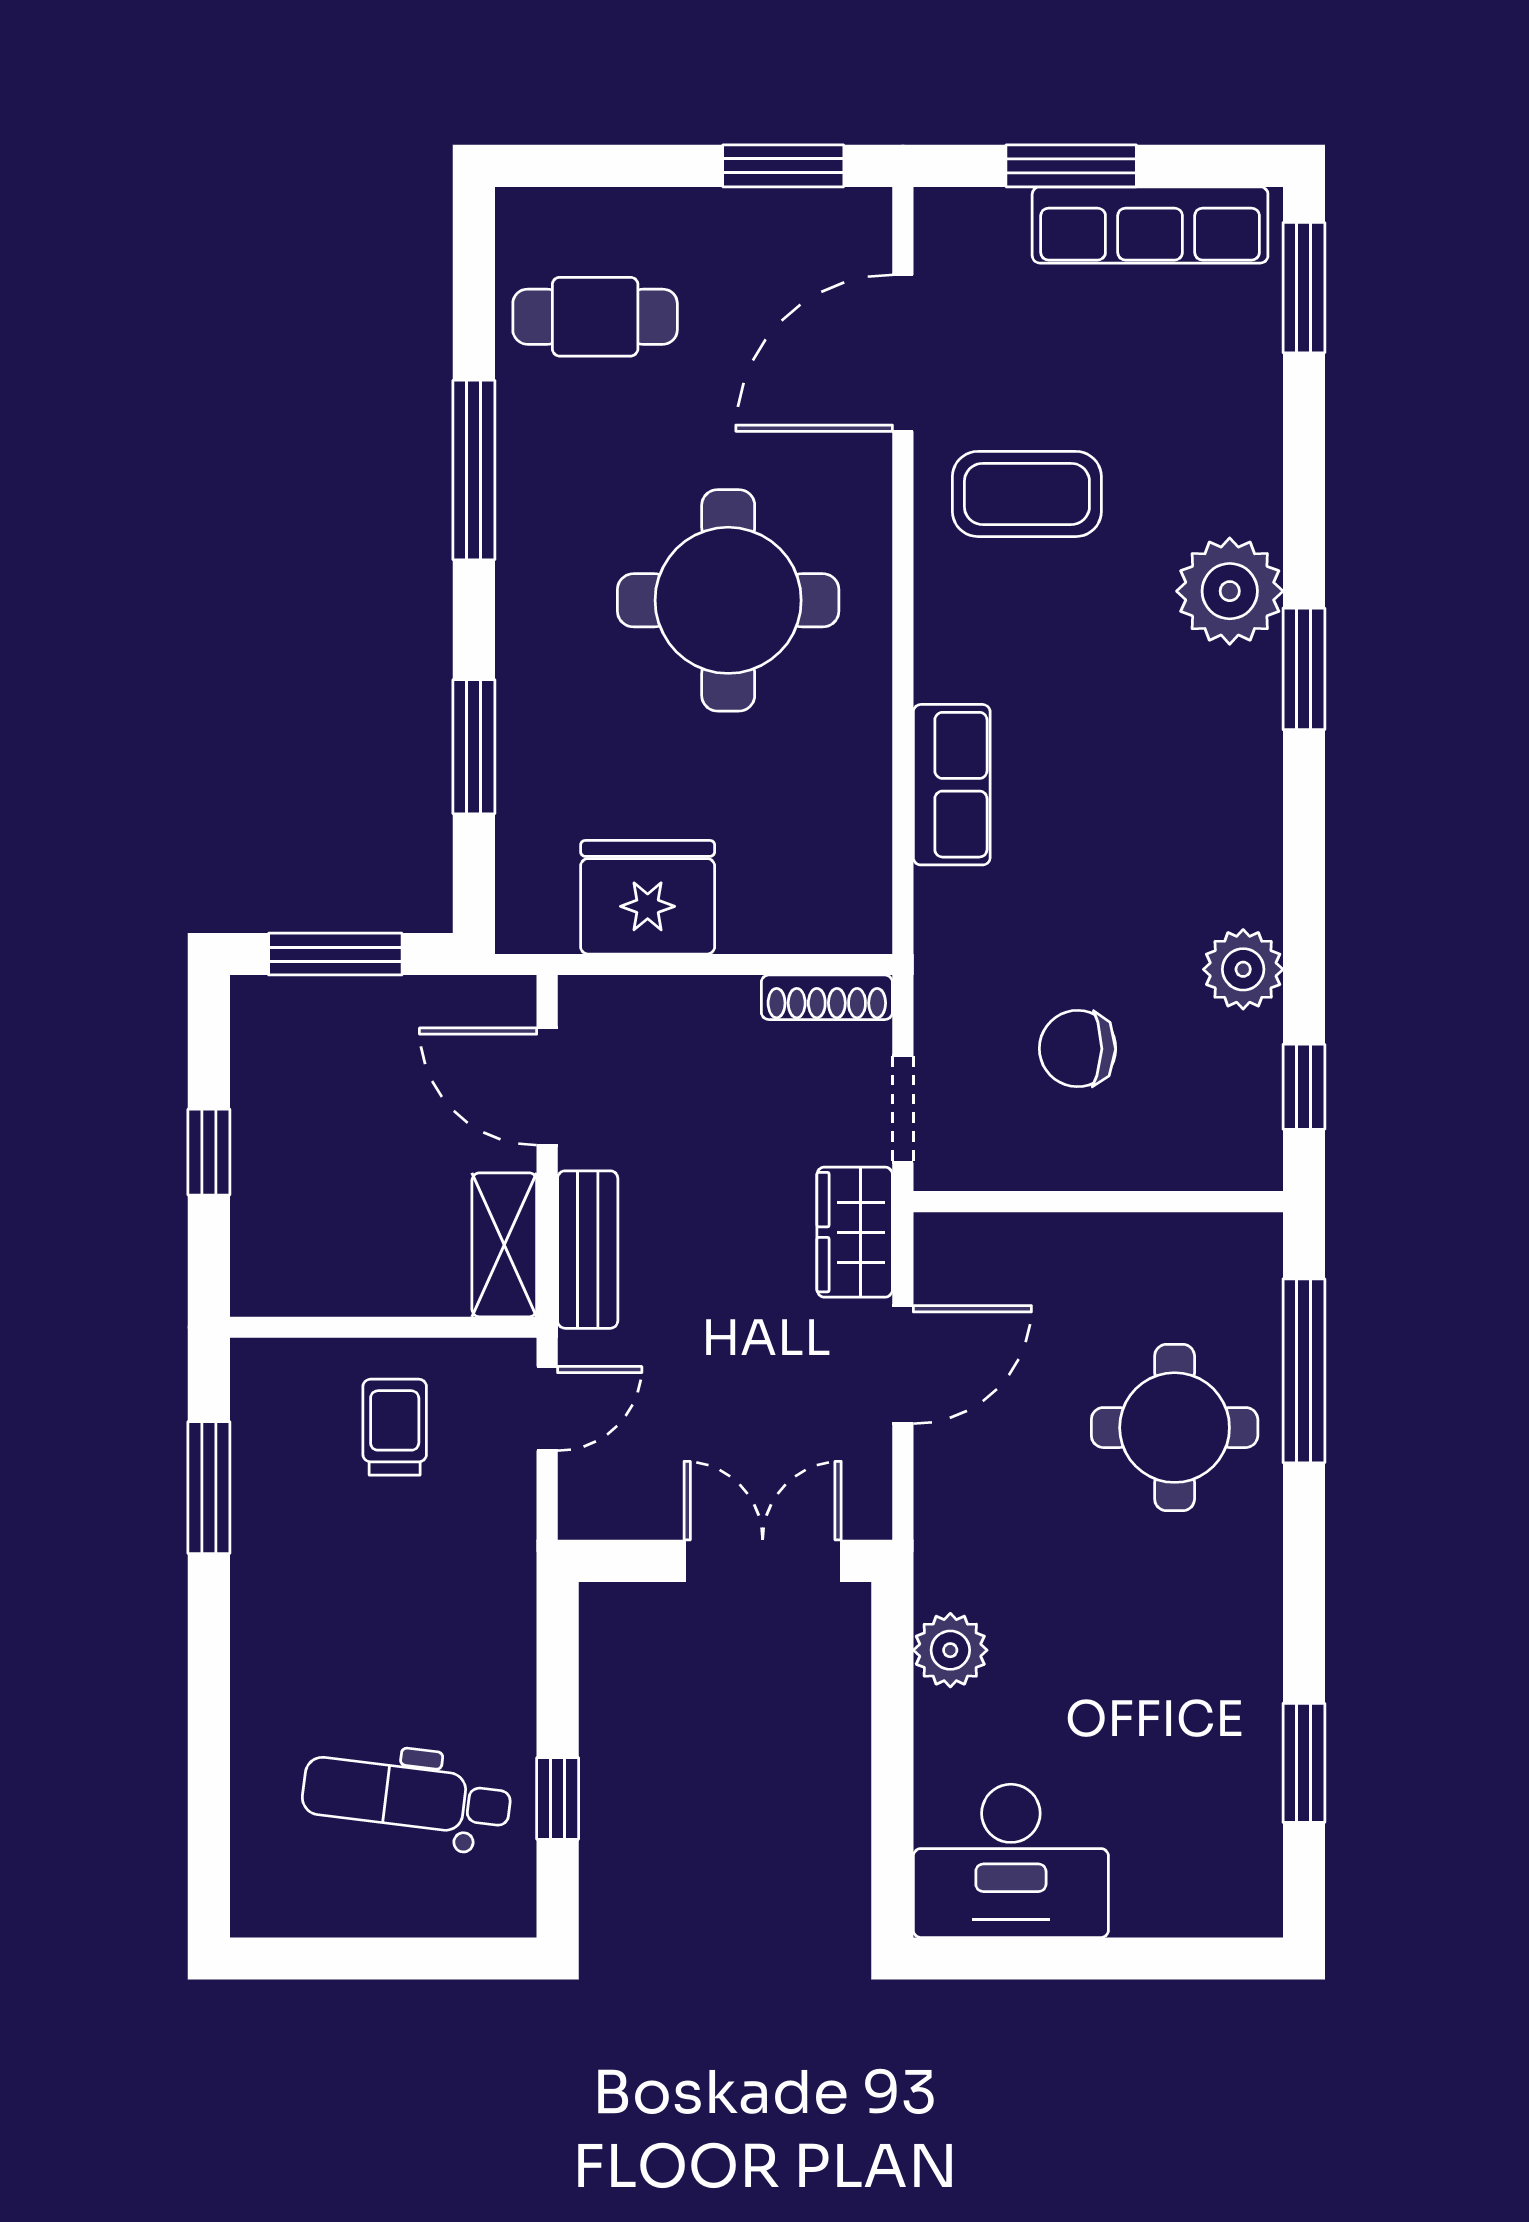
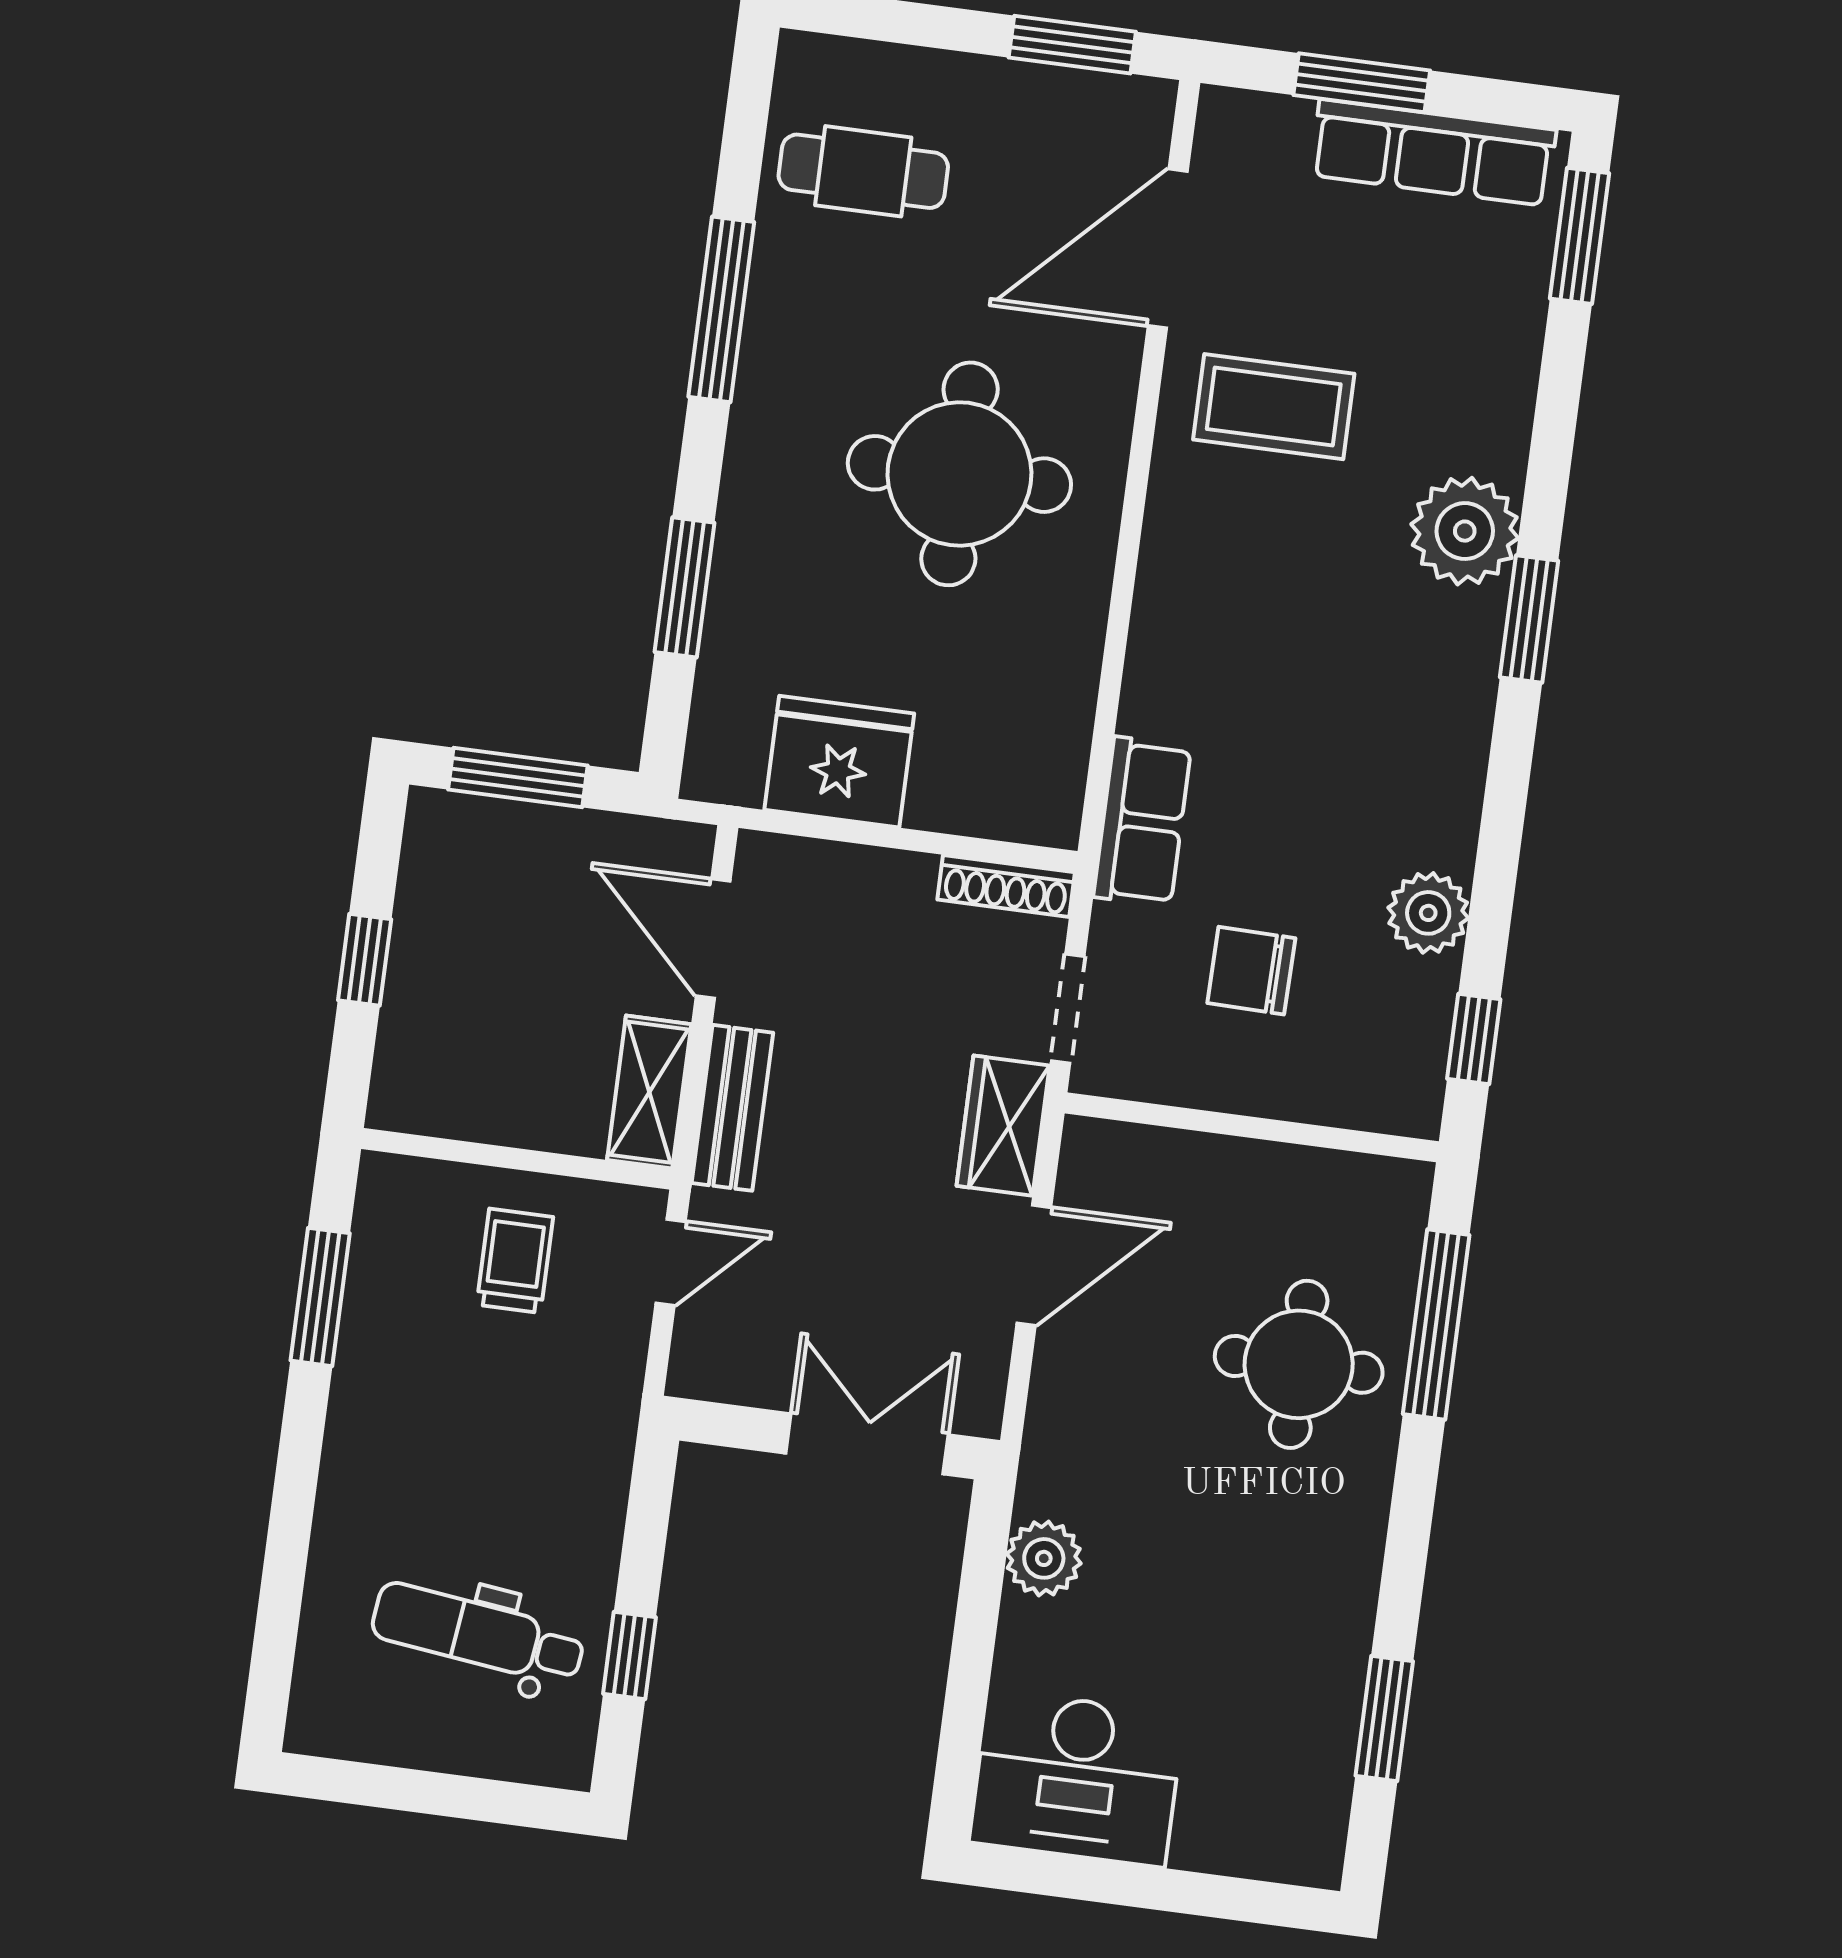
row of seats: (952, 785) -> (1142, 822), moved

